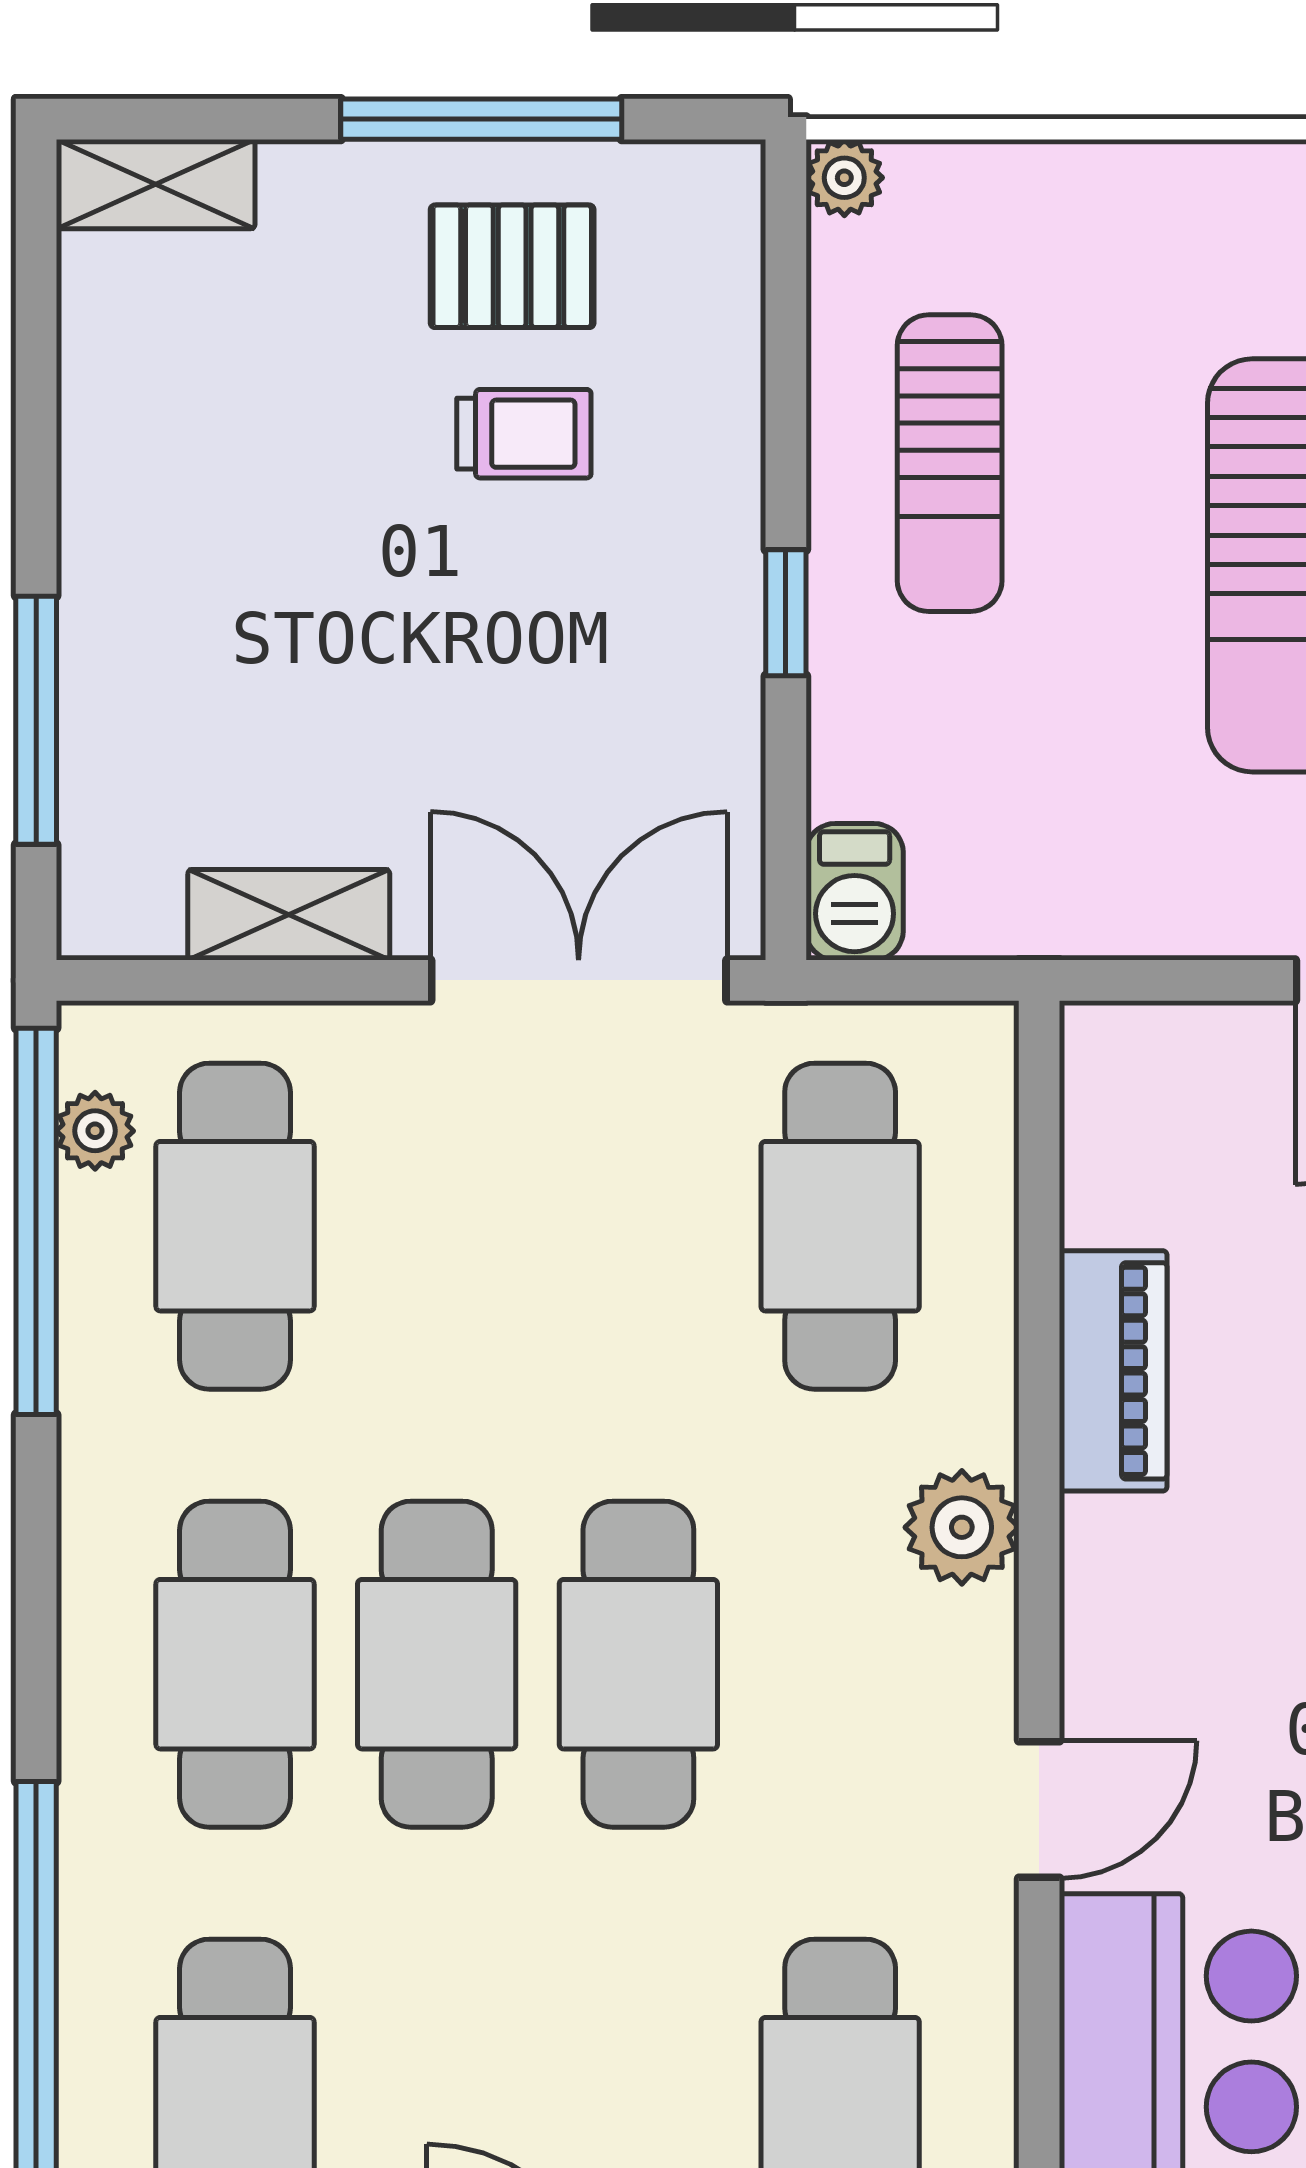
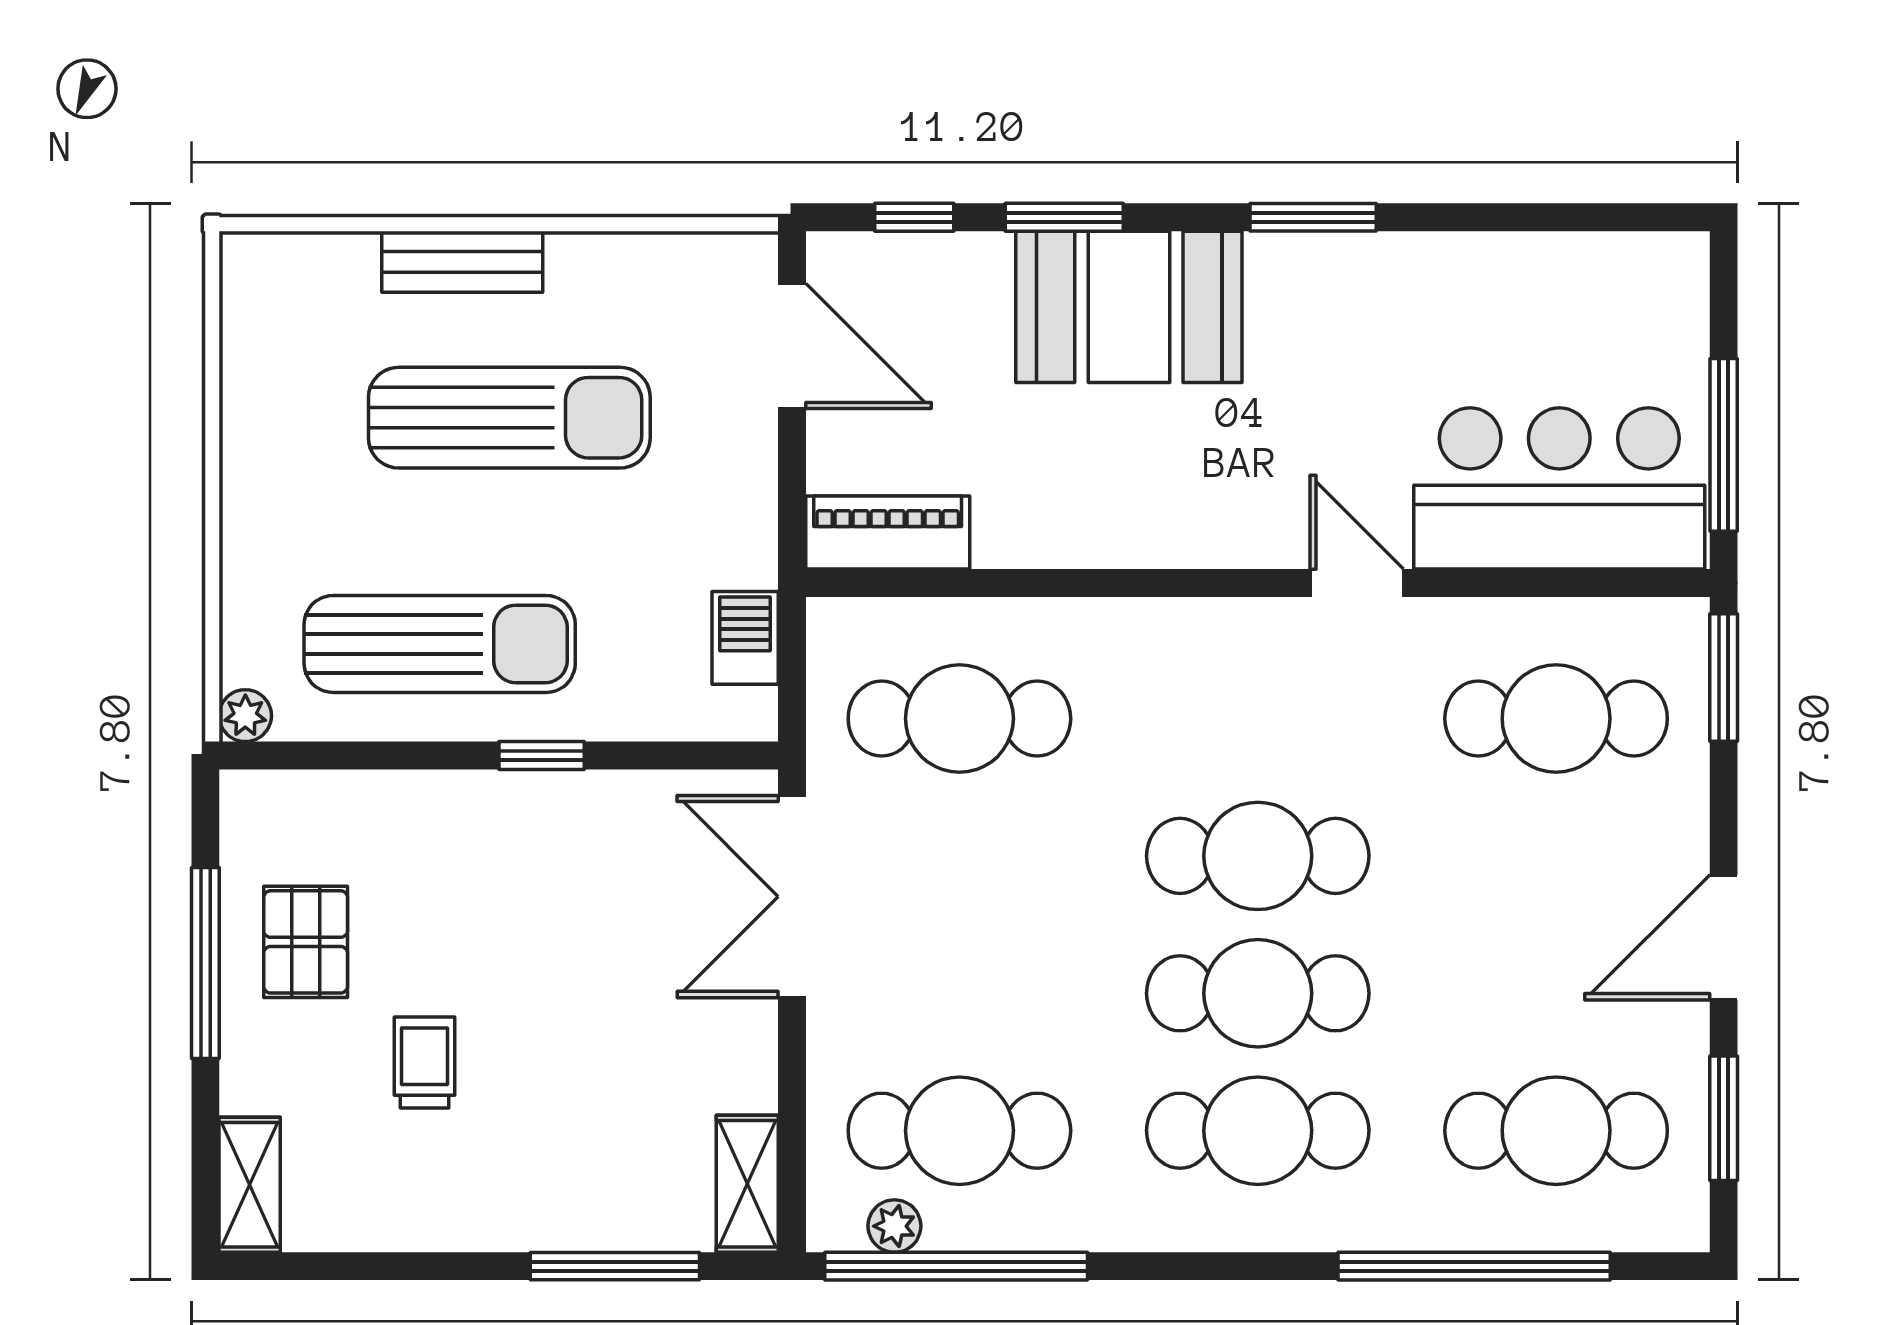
trolley: (524, 434) -> (425, 1063), moved
sun lounger: (950, 463) -> (440, 644), width x1.36, depth x1.34
barbecue: (855, 892) -> (745, 638), moved, turned -90
shelving: (289, 915) -> (747, 1184), moved
piano: (1113, 1371) -> (888, 533), moved
plant: (962, 1527) -> (1165, 636), removed

